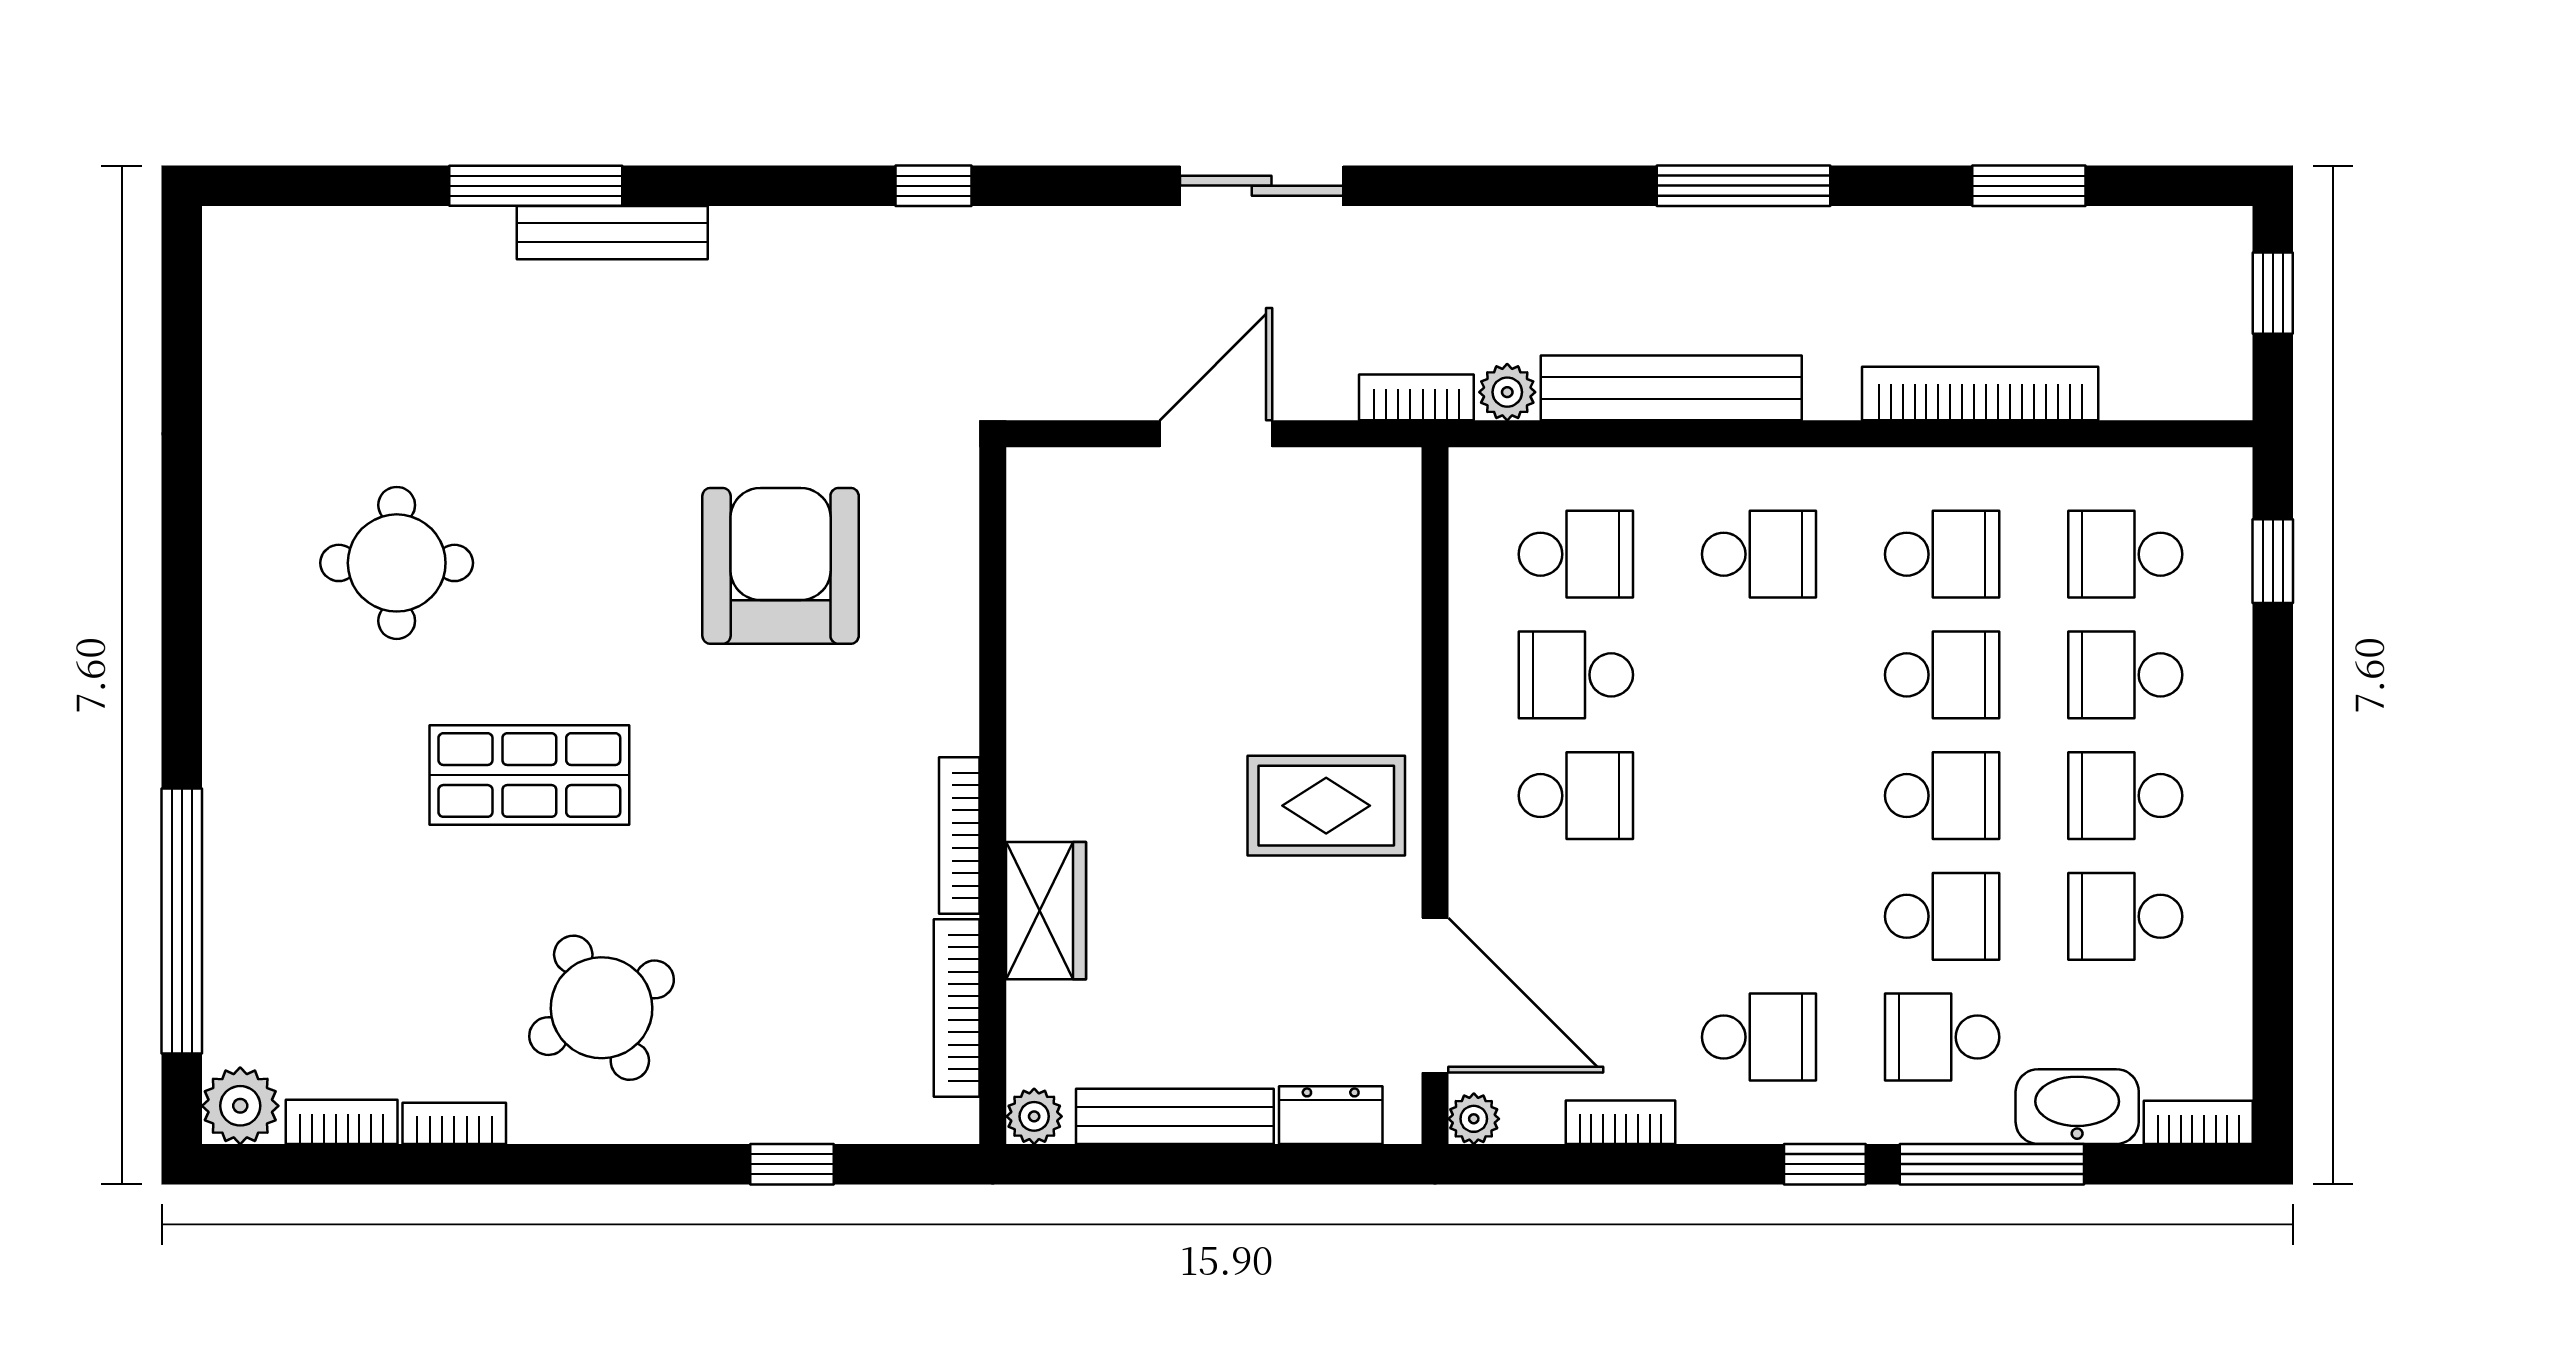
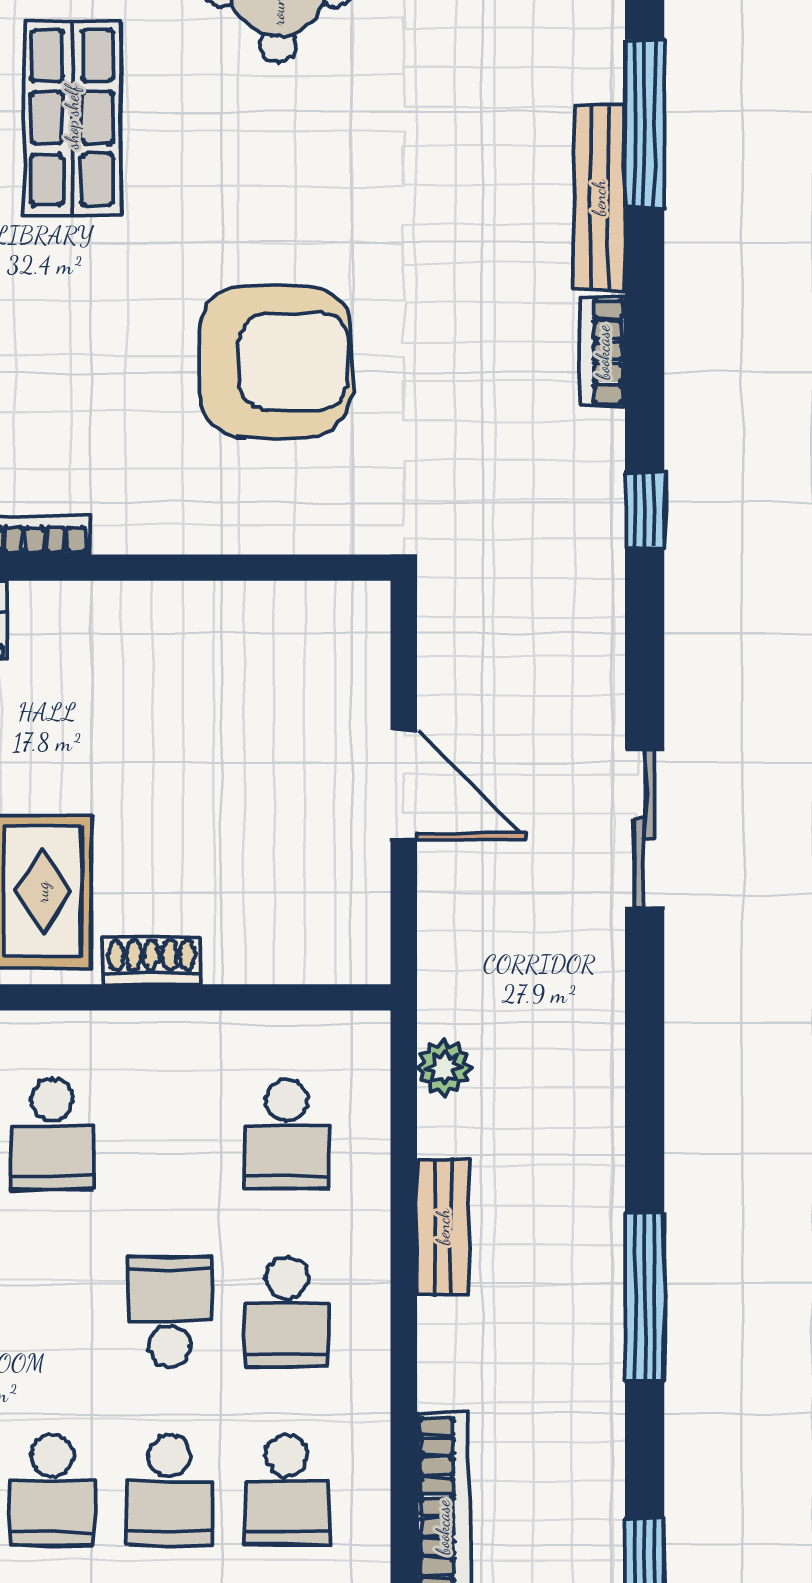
bench: (1671, 388) -> (443, 1227), width x0.54, depth x0.82
bookcase: (1416, 397) -> (603, 352), moved, turned 180
school desk: (1576, 675) -> (169, 1312), moved
shoe rack: (1397, 693) -> (151, 961), added

